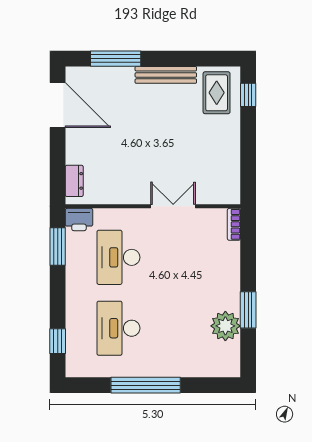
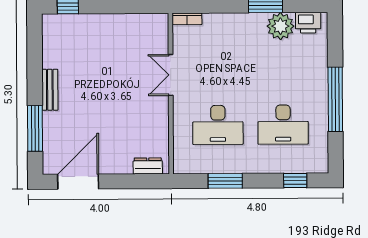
bench: (166, 75) -> (50, 90), width x0.73
rug: (217, 93) -> (66, 35), removed
printer: (79, 219) -> (308, 23), moved, turned 90
window: (58, 246) -> (225, 181), moved

